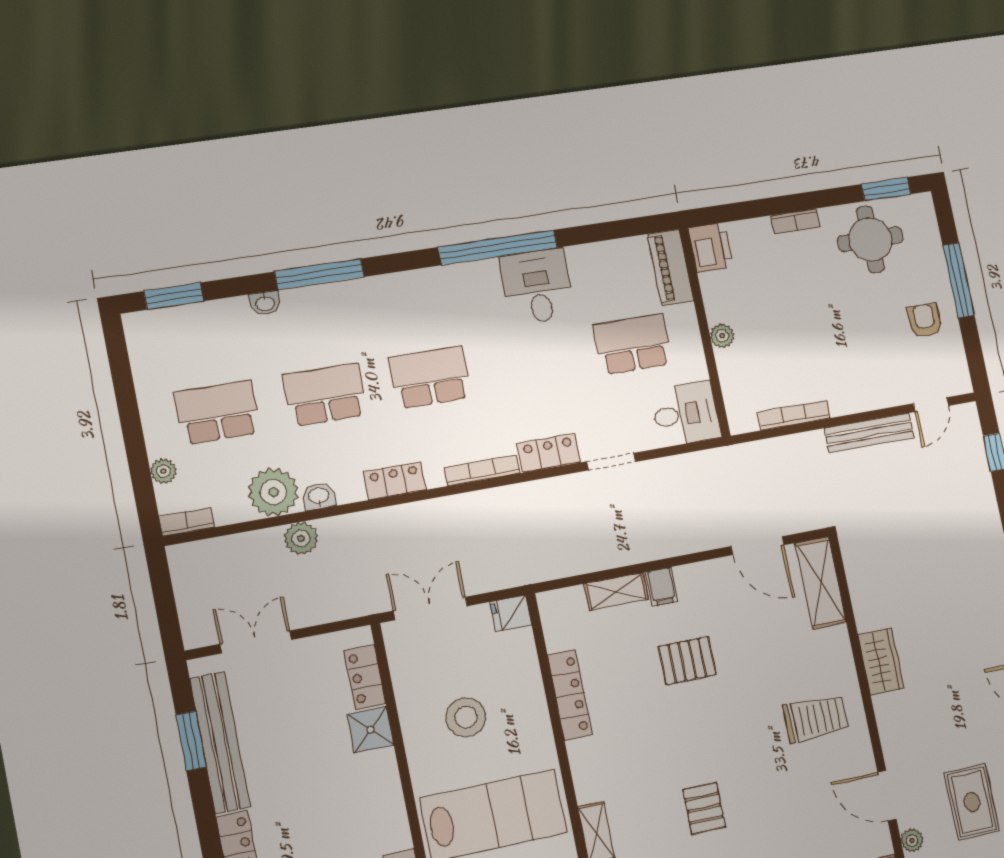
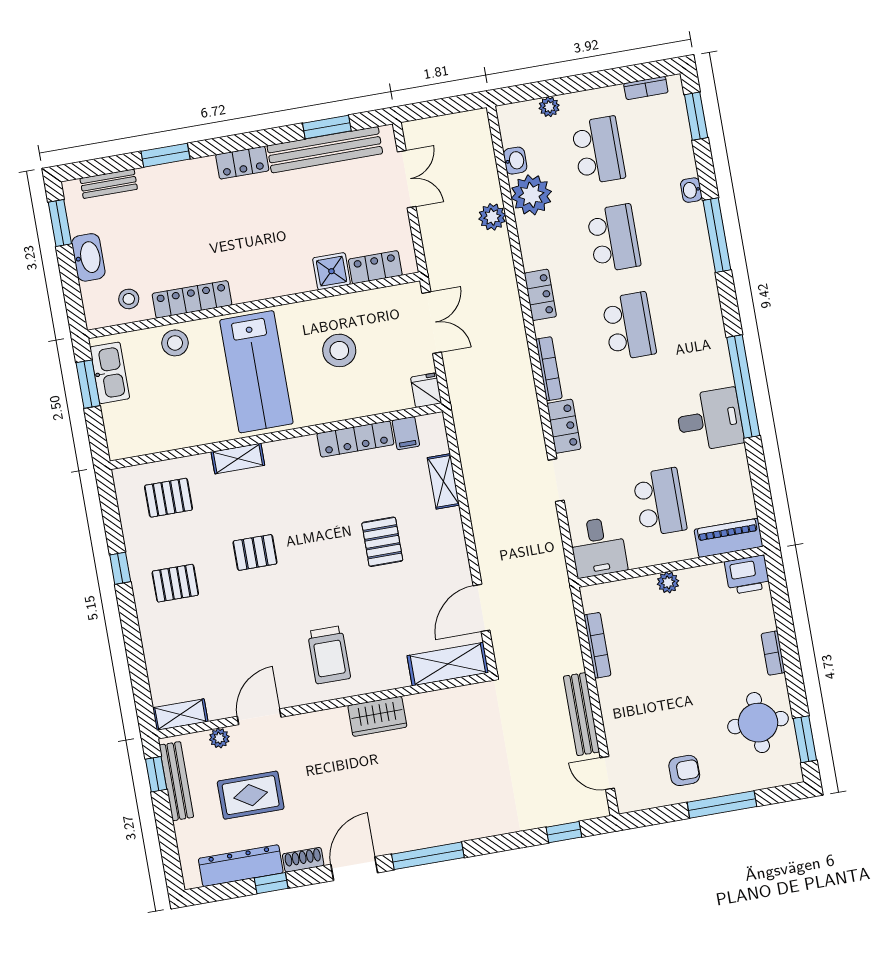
washbasin: (319, 496) -> (515, 161), moved
bookcase: (187, 522) -> (646, 88), moved, turned 90
filing cabinet: (662, 587) -> (406, 433), moved, turned -90

